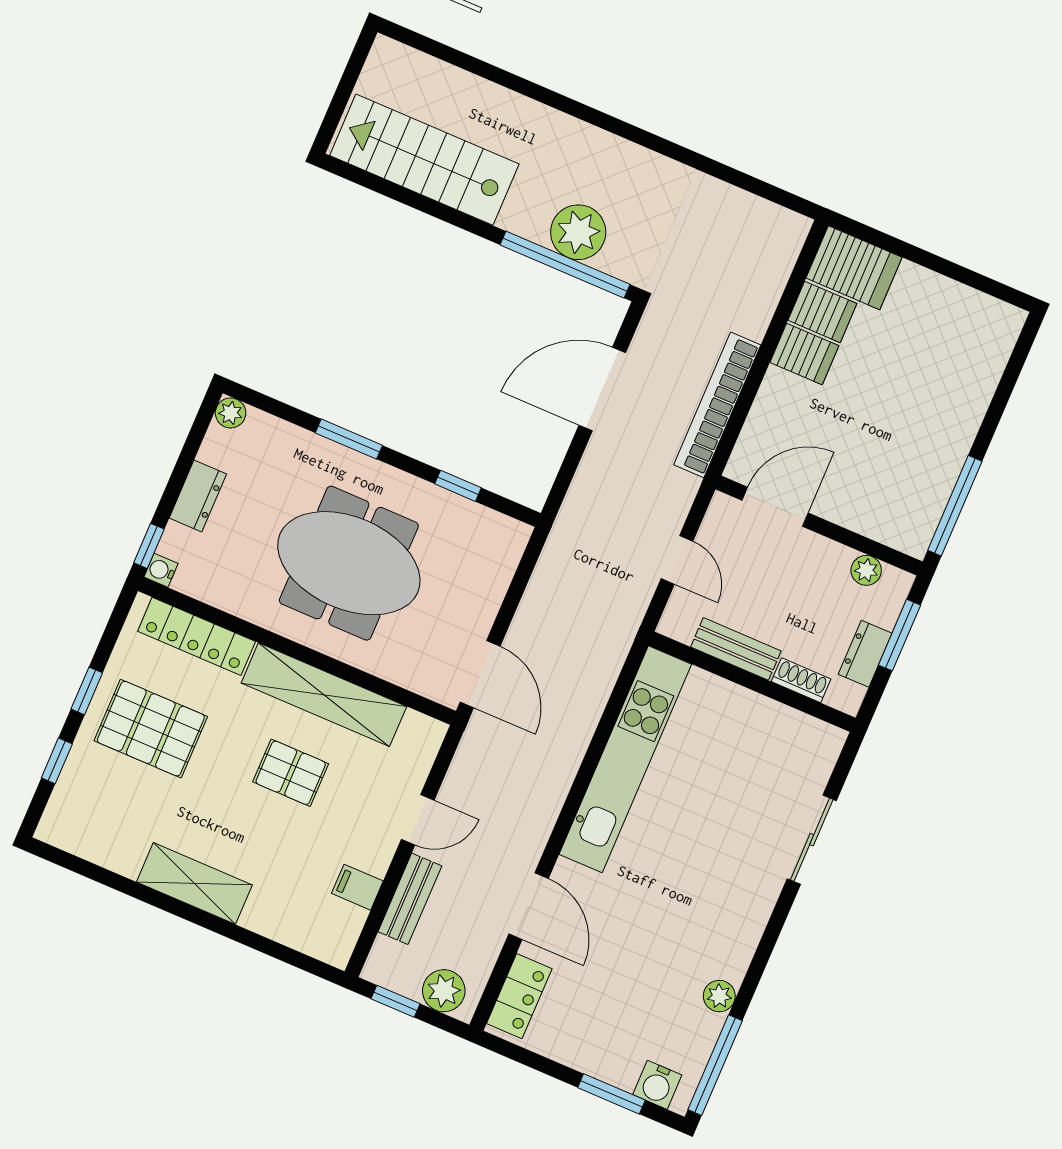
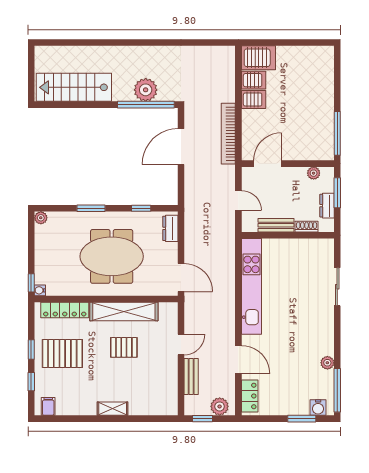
dresser: (198, 496) -> (170, 228), moved, turned 180
shelving: (194, 883) -> (113, 409), width x0.67, depth x0.75
filing cabinet: (357, 887) -> (48, 406), moved, turned 90

